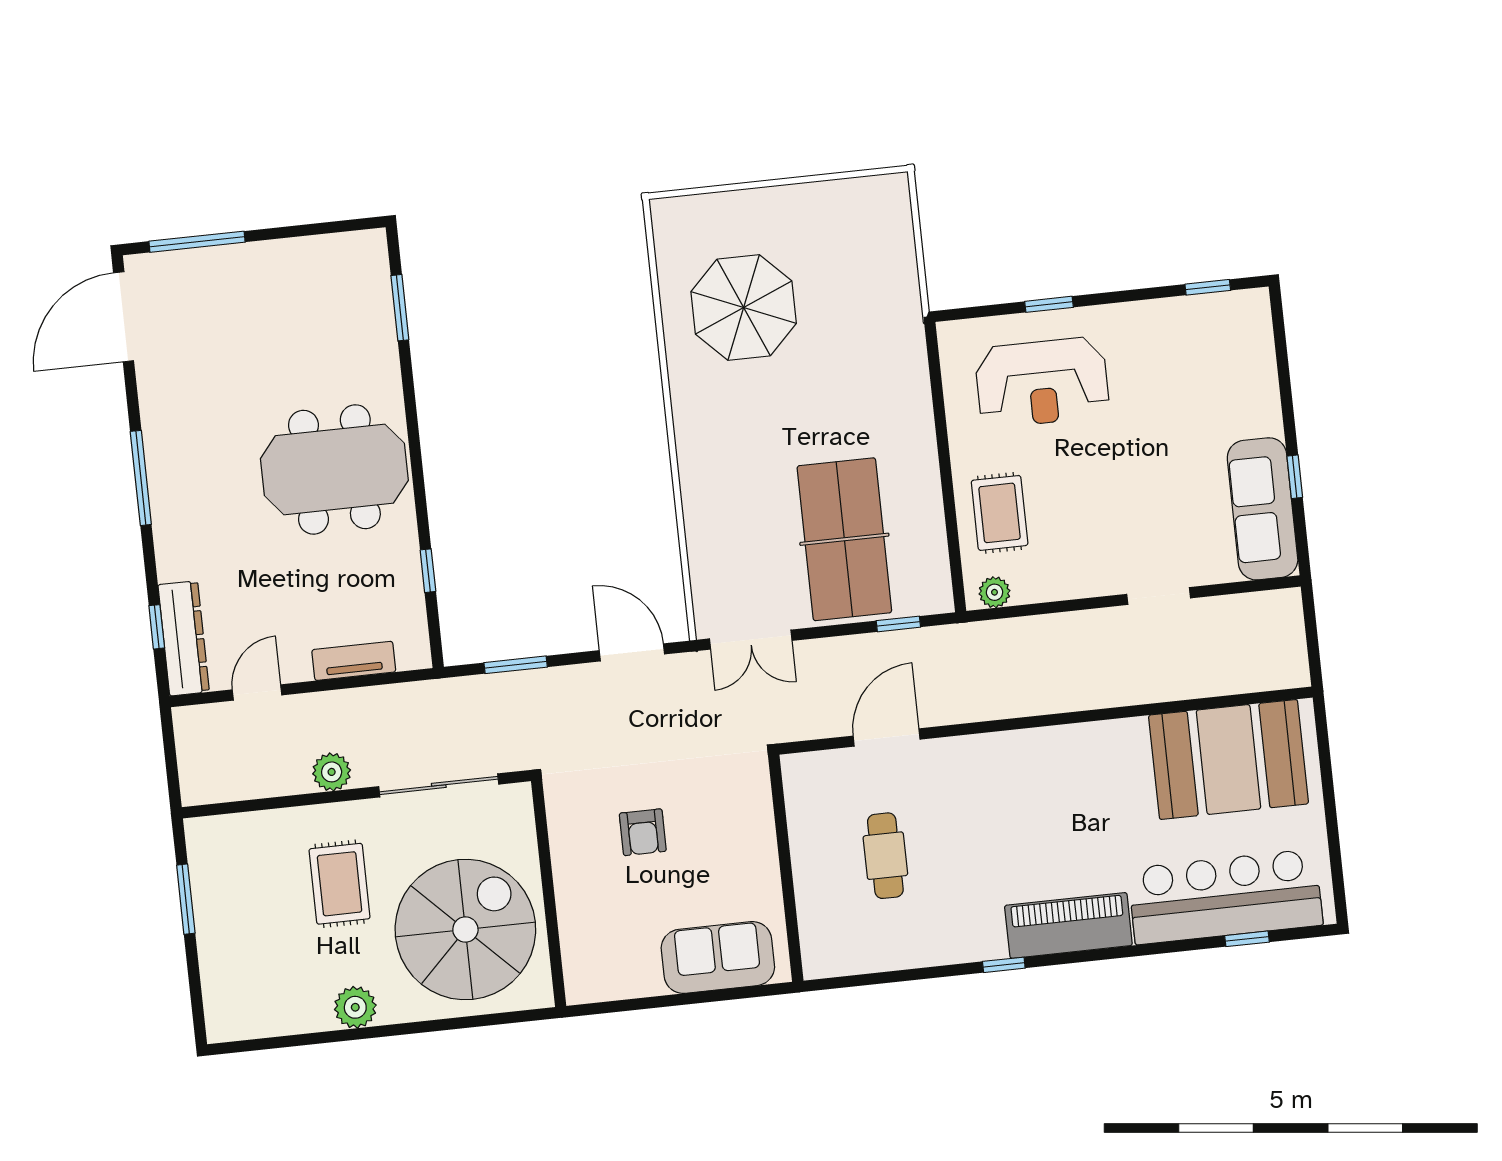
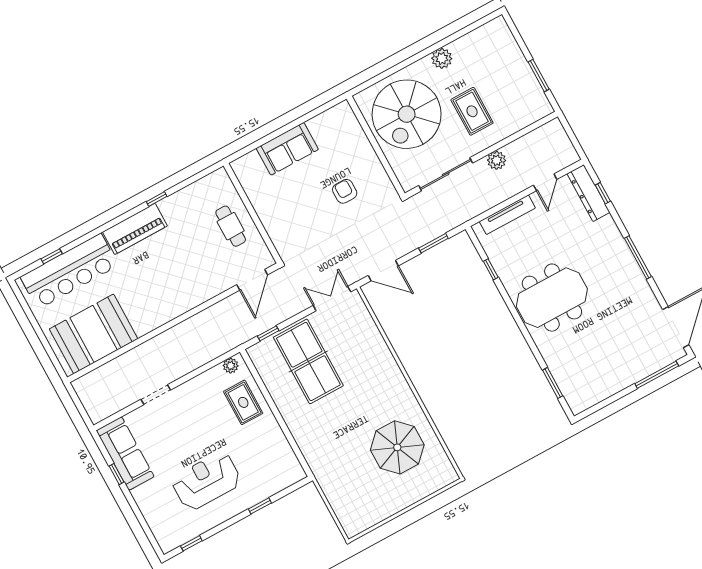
reception desk: (1042, 382) -> (206, 481), moved
tv unit: (354, 661) -> (507, 215), width x1.41
wall: (786, 868) -> (253, 213), moved

